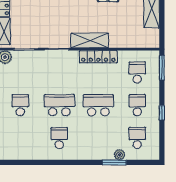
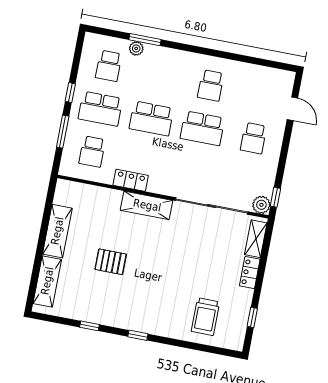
locker: (98, 57) -> (131, 180), width x0.66
window: (162, 68) -> (63, 132), moved
school desk: (137, 105) -> (100, 109), width x1.85

